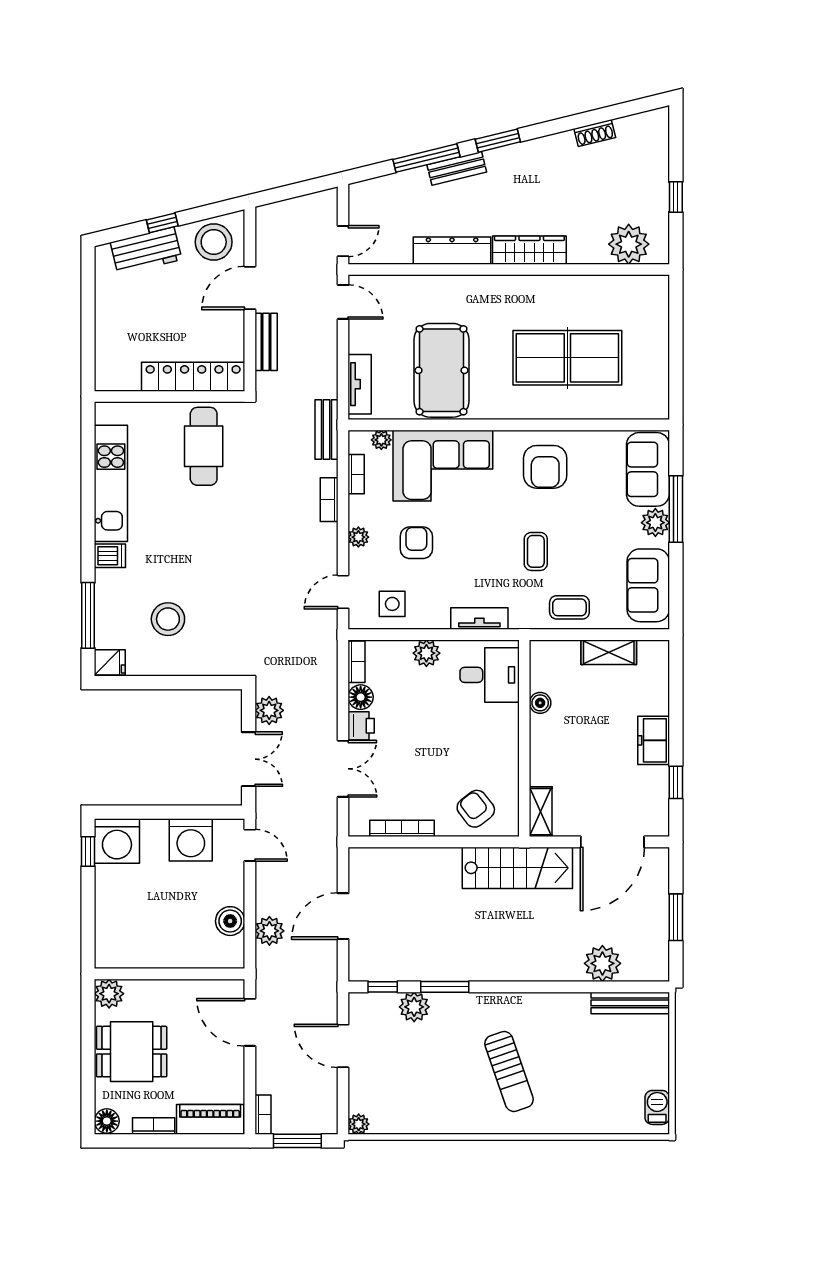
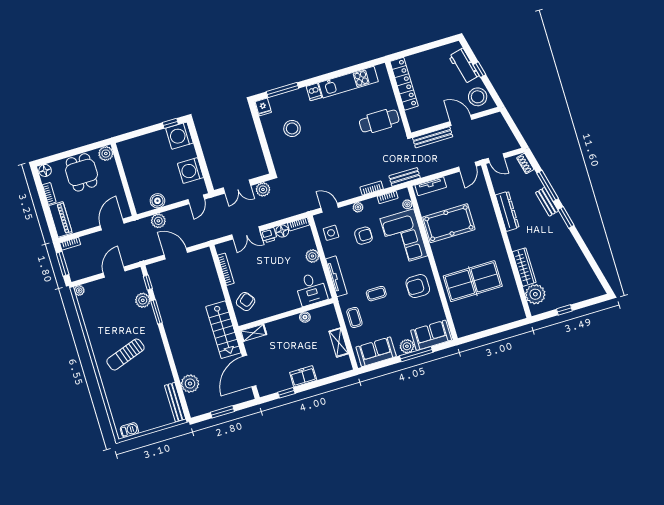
shoe rack: (595, 133) -> (525, 163), moved
wardrobe: (529, 250) -> (524, 267), moved
bench: (266, 342) -> (433, 137), width x1.36
table tennis table: (567, 358) -> (473, 281), turned 90
locker: (193, 377) -> (404, 84), moved
tv unit: (479, 619) -> (336, 276), width x1.41
door: (612, 842) -> (249, 371), hinge flipped

